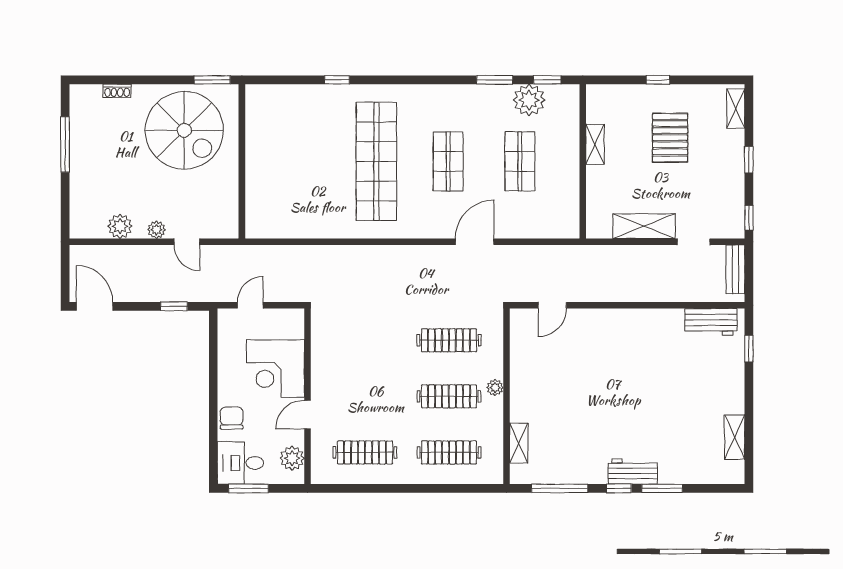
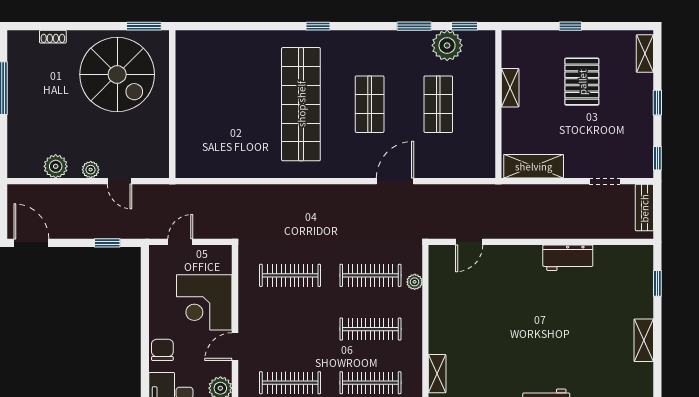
window: (337, 80) -> (318, 26), moved
shelving: (644, 226) -> (534, 166), moved
workbench: (711, 322) -> (568, 258), moved
clothes rail: (365, 340) -> (290, 275), added
plant: (495, 388) -> (415, 282), moved
shelving: (735, 437) -> (644, 340), moved

